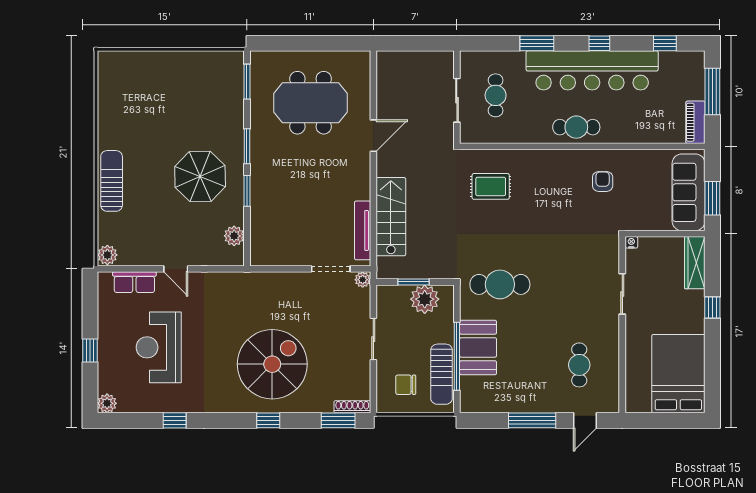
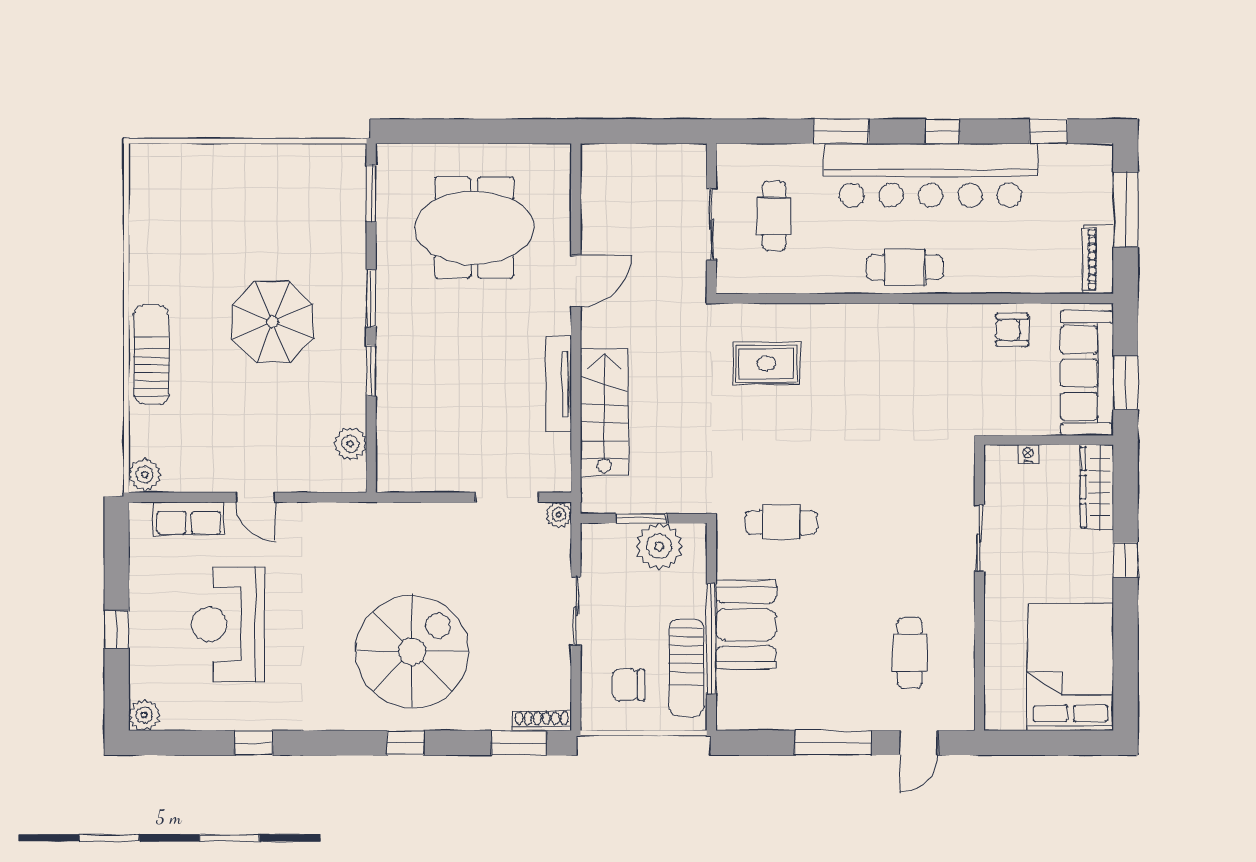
parasol: (200, 176) -> (273, 322), moved
armchair: (603, 181) -> (1012, 330), moved, turned -90
tv unit: (363, 230) -> (558, 384), moved
nightstand: (631, 242) -> (1028, 454), moved
cafe table: (500, 284) -> (781, 522), width x0.73, depth x0.74

